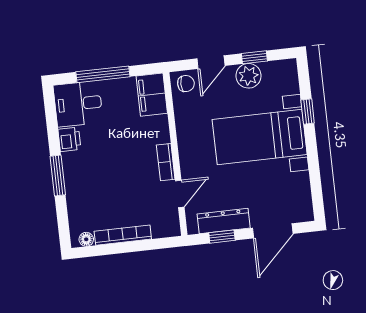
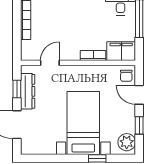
plant: (249, 76) -> (127, 142), moved
bookcase: (166, 162) -> (93, 56), moved
door: (180, 194) -> (50, 63), swing flipped

